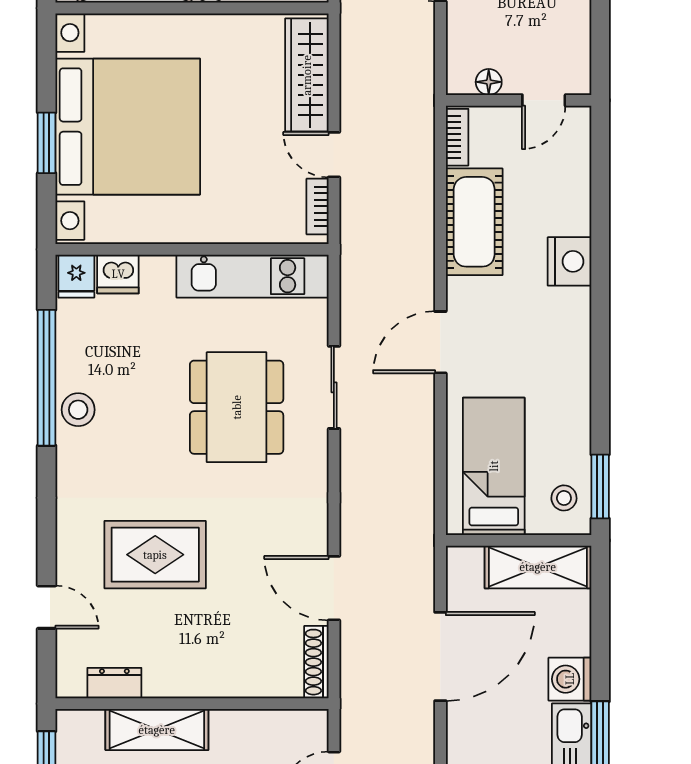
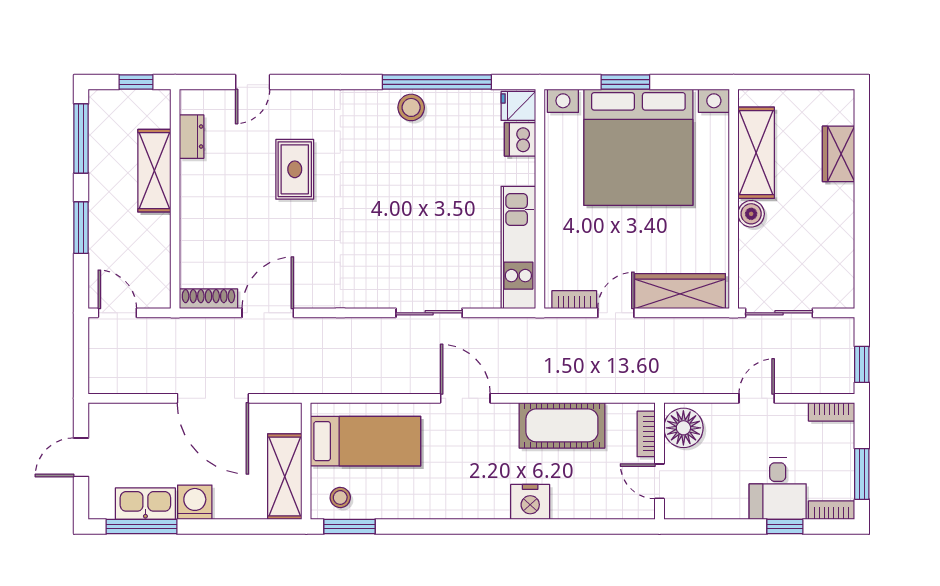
floor lamp: (489, 82) -> (683, 428), width x1.89, depth x1.89
bookcase: (457, 137) -> (646, 434), moved, turned 90
dining table: (237, 407) -> (413, 235), removed
rug: (155, 555) -> (295, 169), width x0.73, depth x0.70

